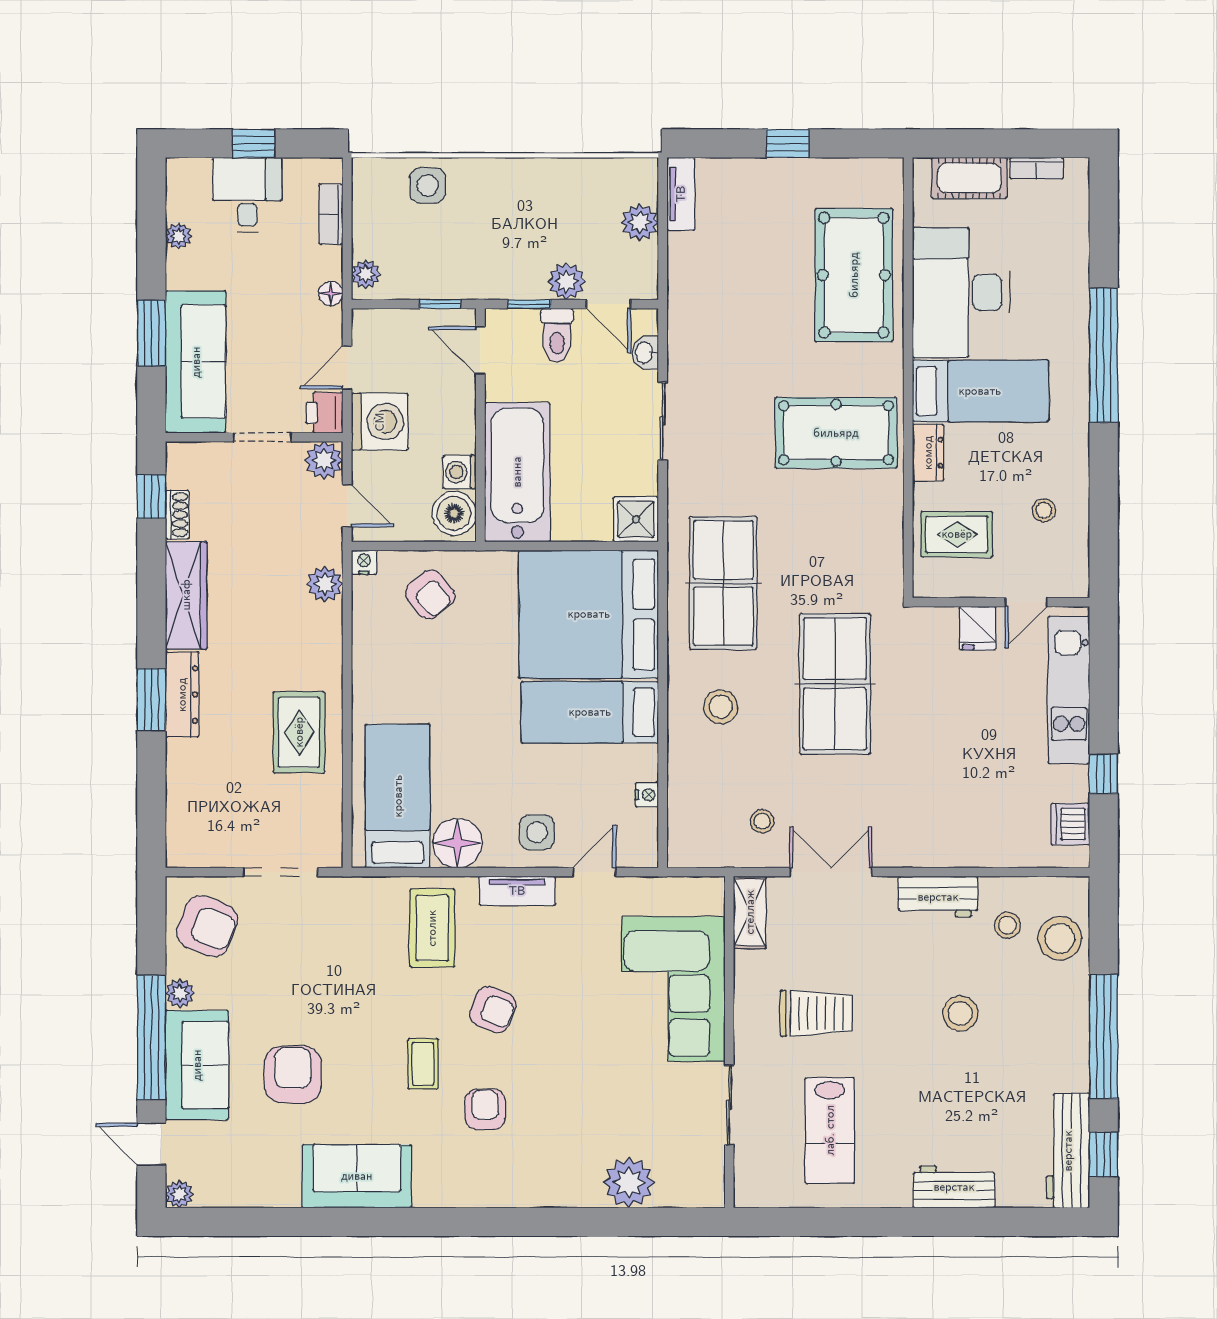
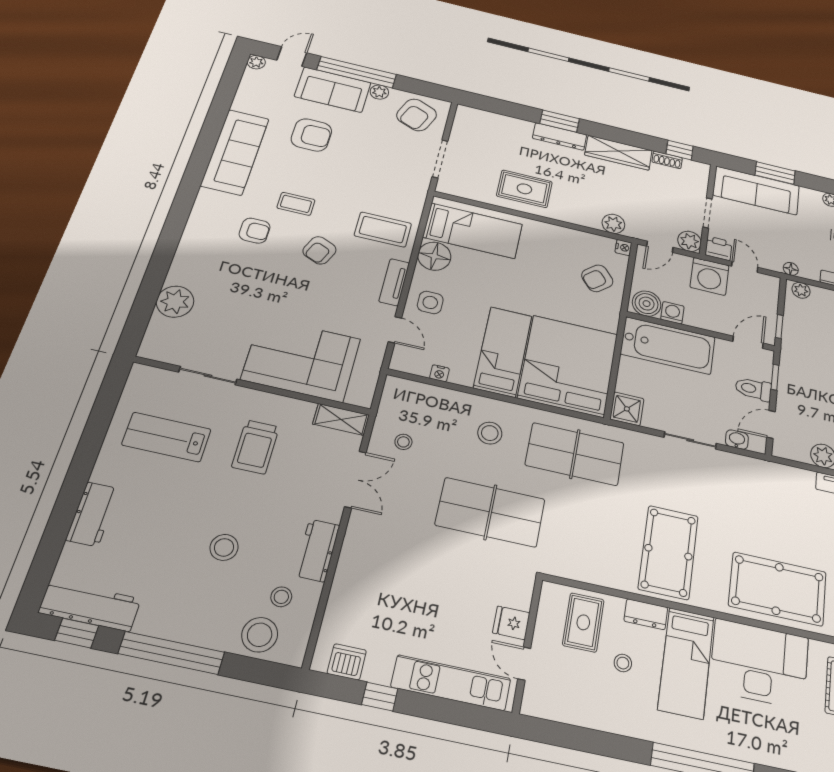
plant: (567, 281) -> (788, 403), removed
stool: (1044, 510) -> (623, 663), moved
sofa: (357, 1176) -> (235, 152), width x1.36

